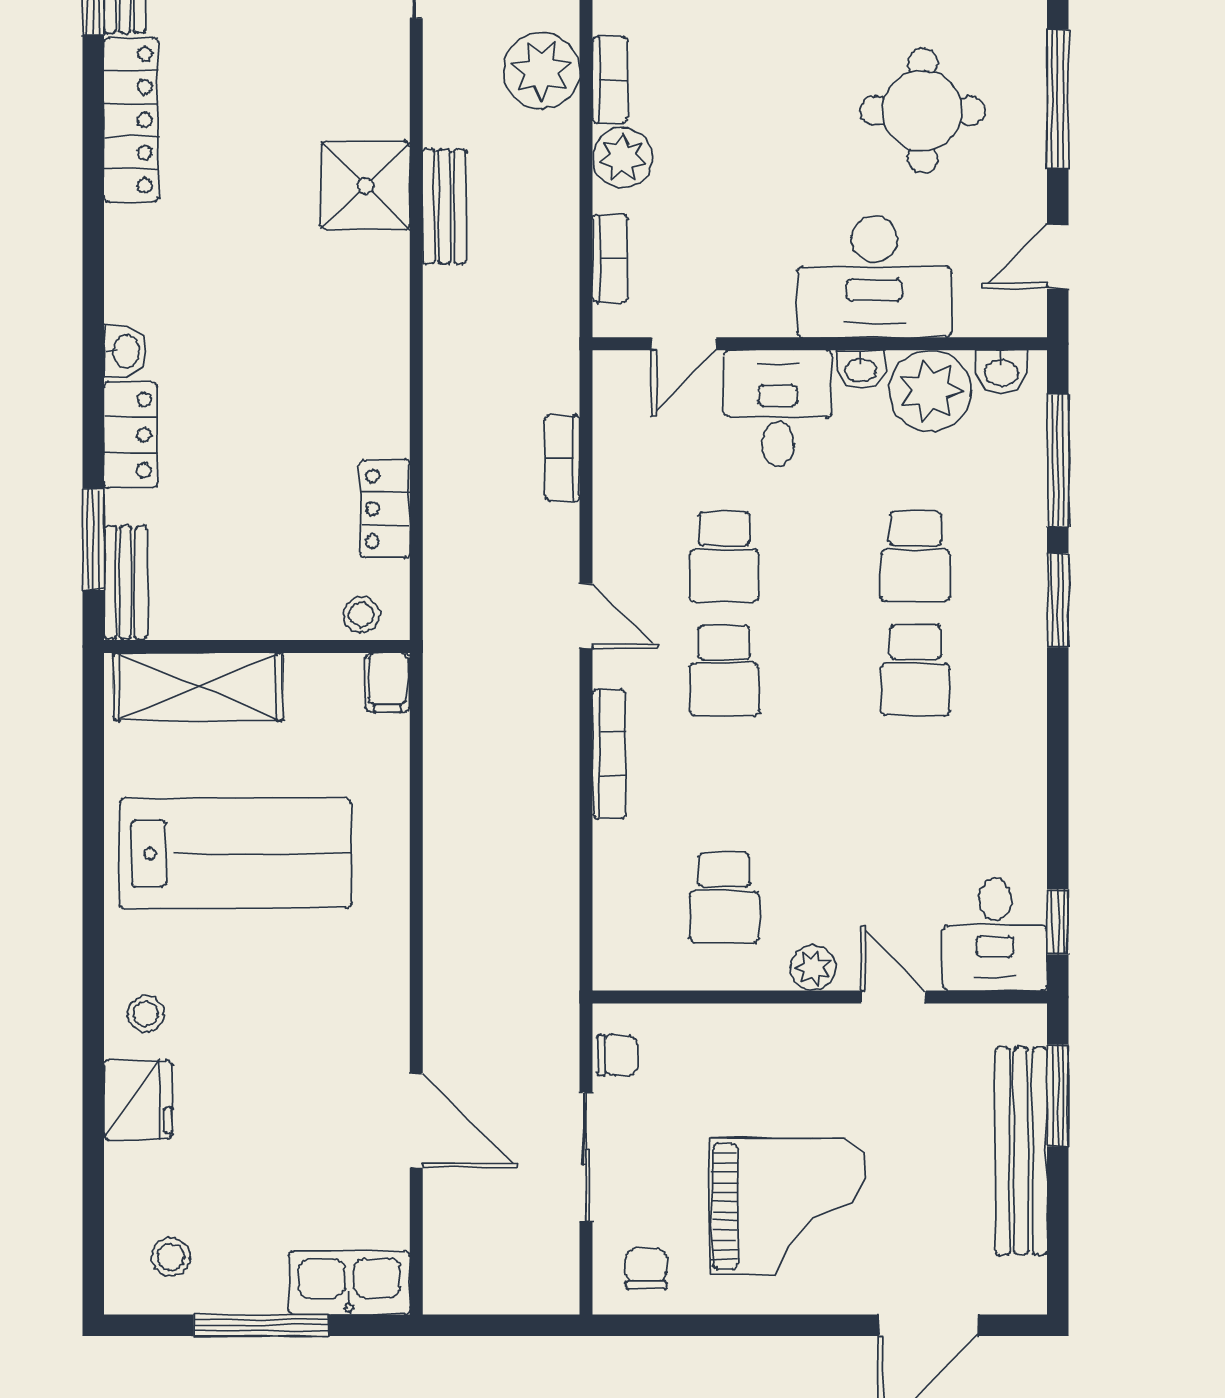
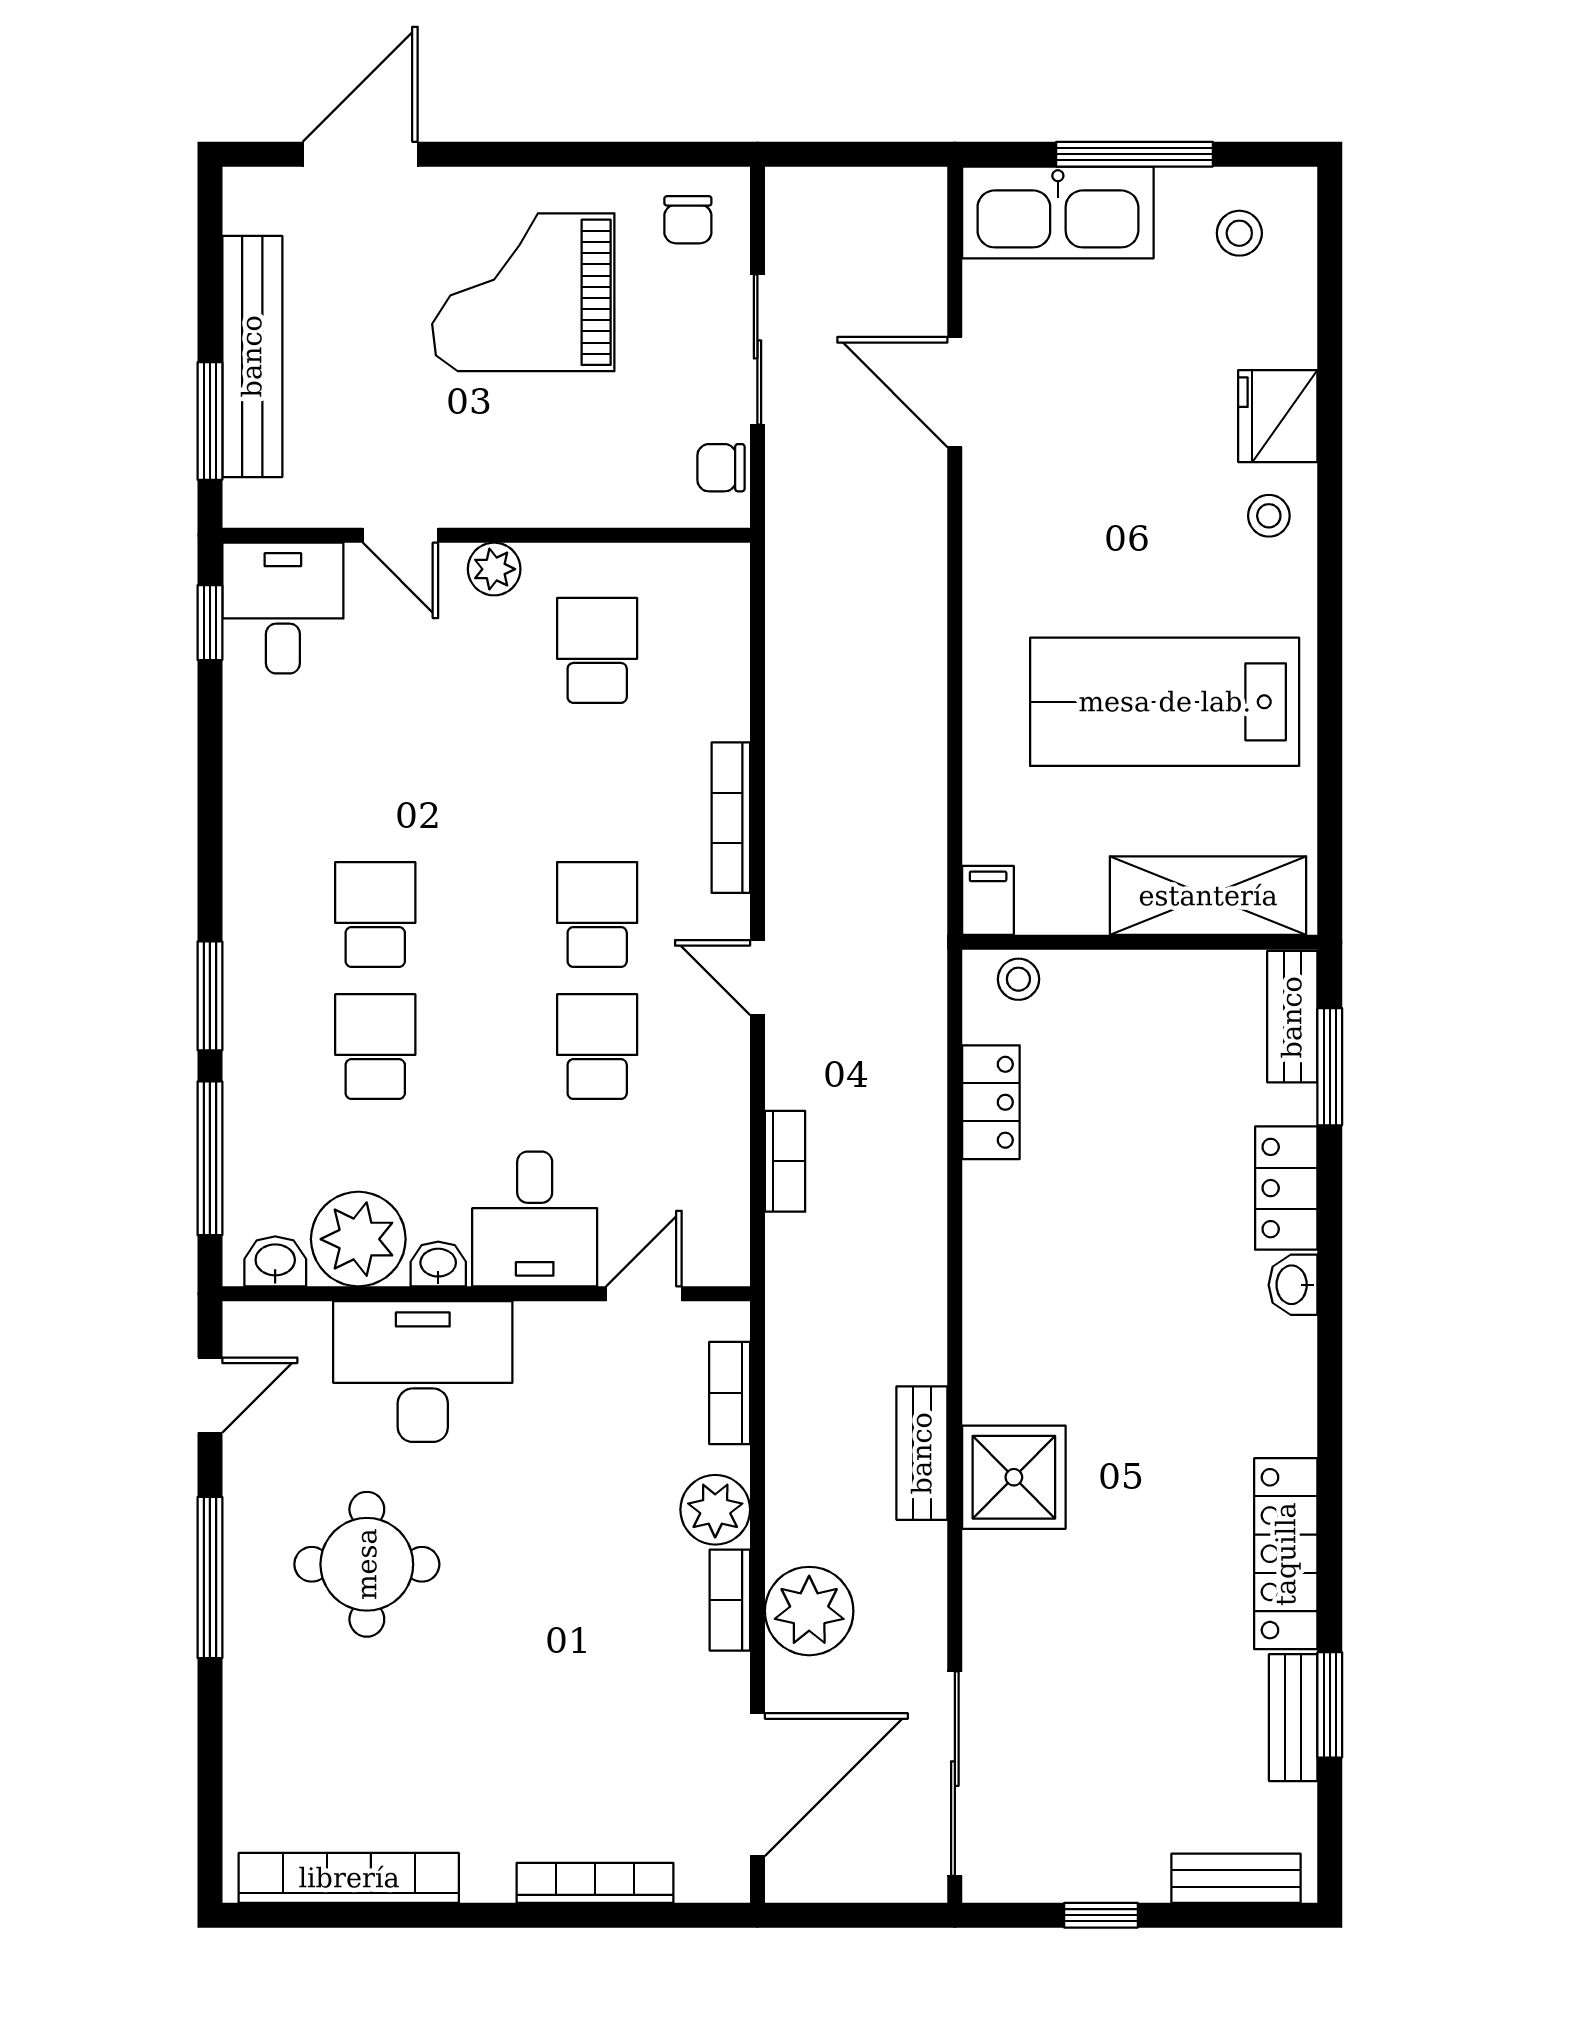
kitchen sink: (349, 1283) -> (1058, 212), width x1.36, depth x1.24

